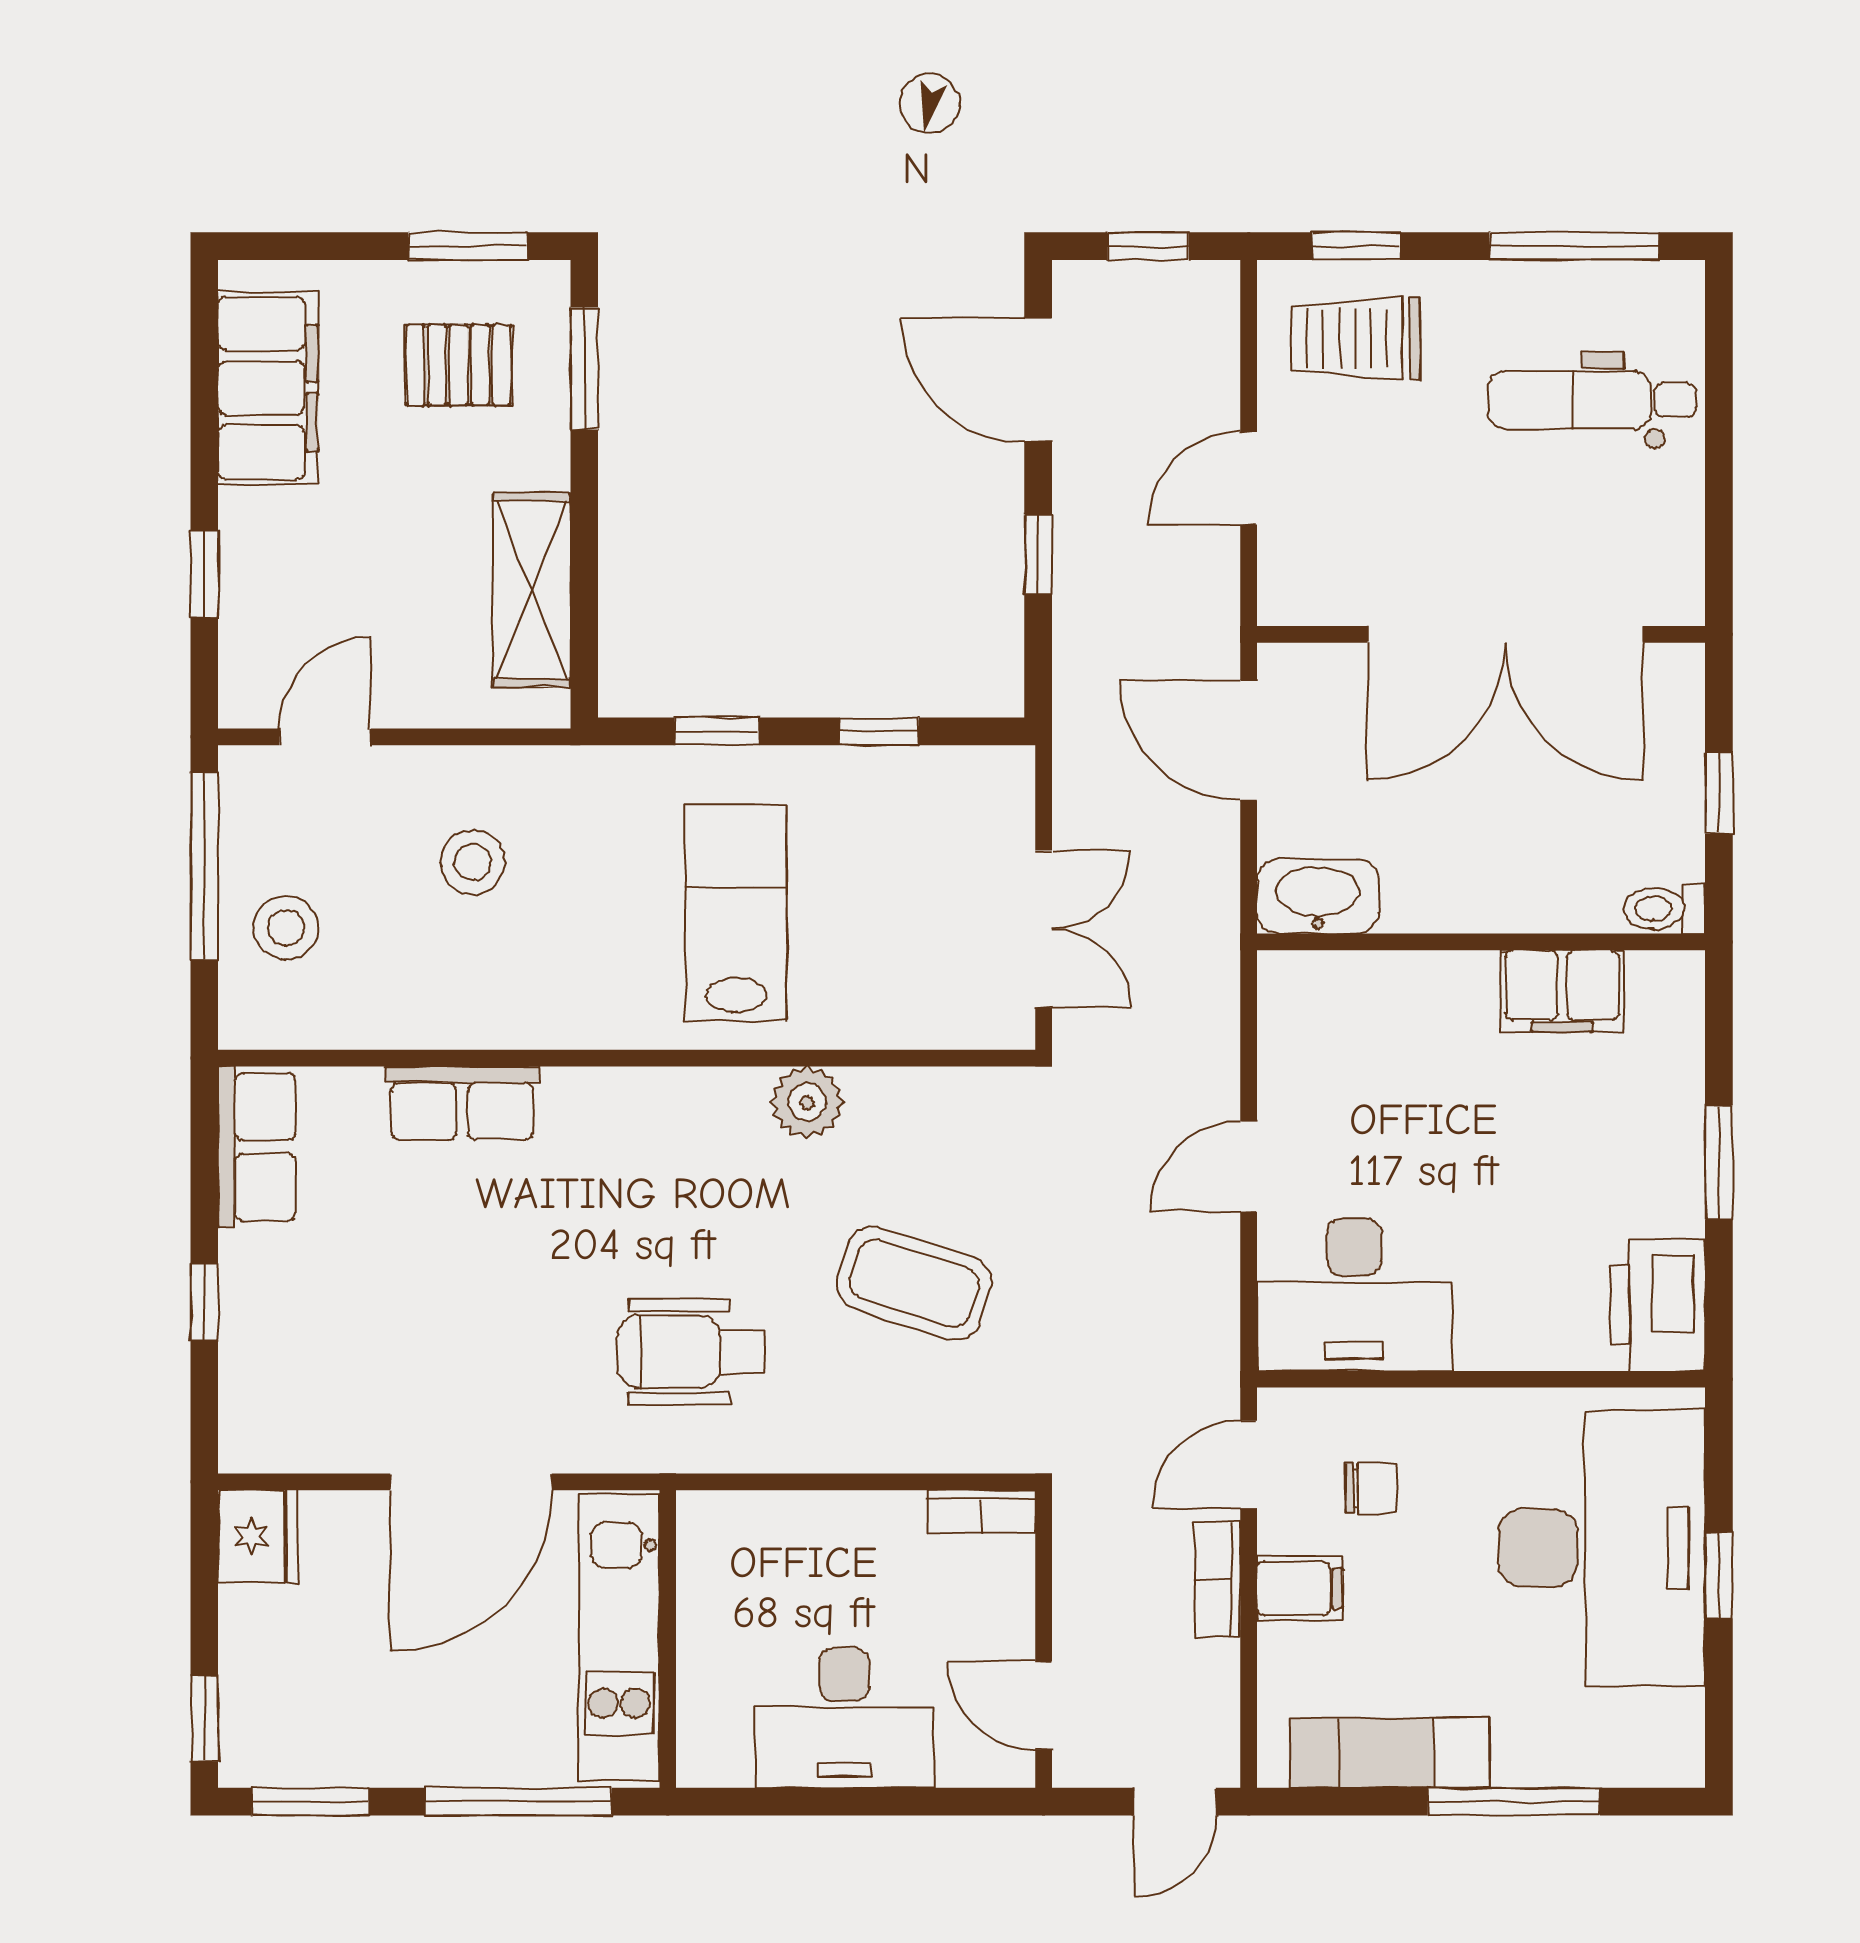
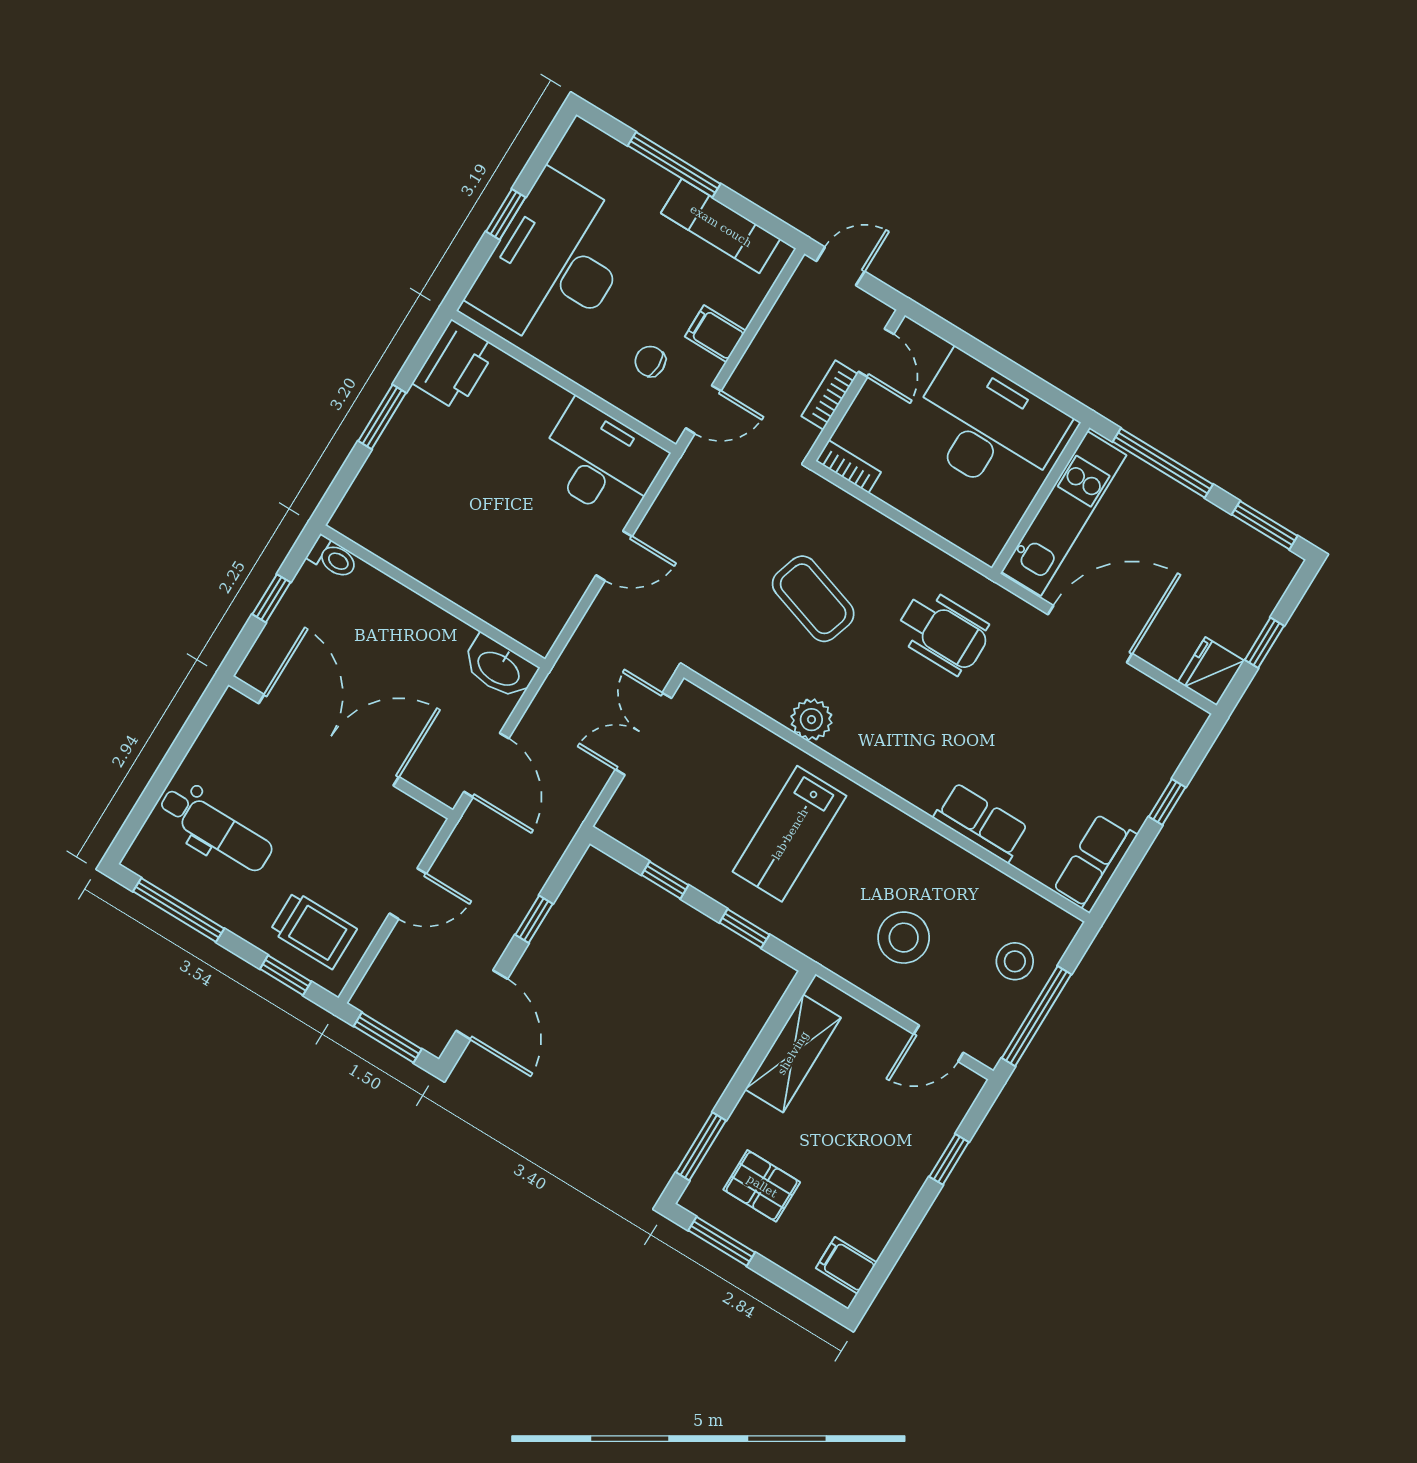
window: (1148, 246) -> (388, 1038), width x1.50
filing cabinet: (268, 388) -> (846, 1265), width x0.33, depth x0.86
stool: (473, 862) -> (904, 938), width x1.38, depth x1.38
filing cabinet: (1562, 991) -> (408, 548), removed
bookcase: (1218, 1579) -> (829, 395), moved, turned 180
window: (204, 1718) -> (1264, 643), moved
desk: (844, 1718) -> (987, 426), width x1.36, depth x1.30

